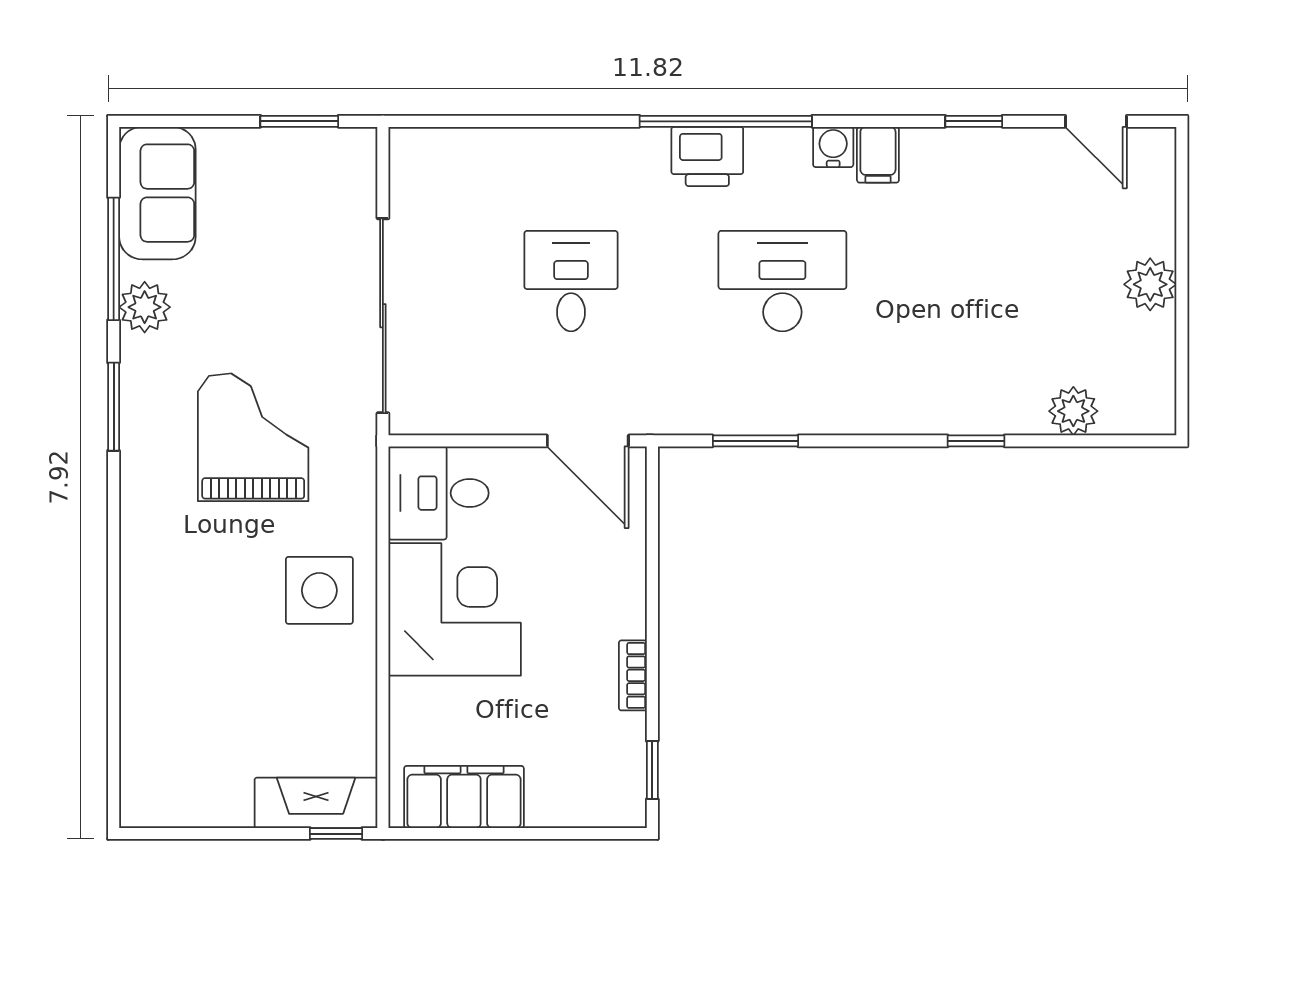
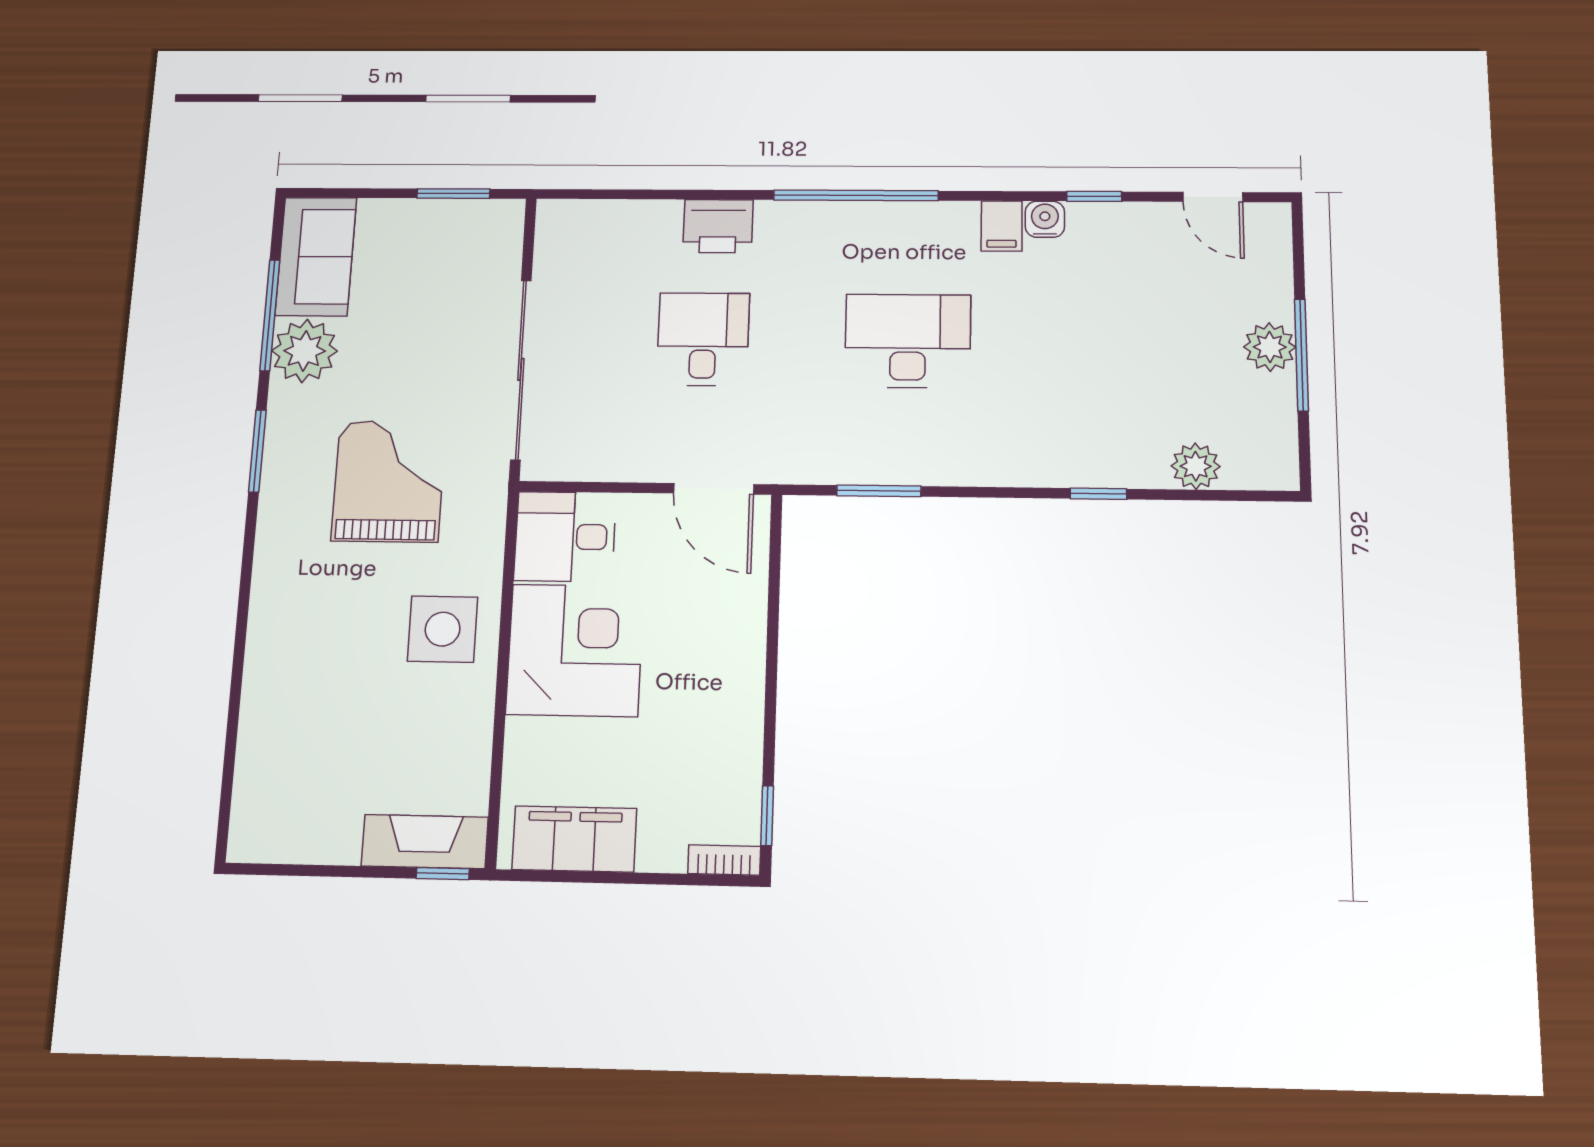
water cooler: (833, 147) -> (1045, 219), moved
printer: (707, 156) -> (718, 226), moved
window: (1182, 292) -> (1301, 355), added
plant: (145, 307) -> (305, 351), width x1.36, depth x1.36
bookcase: (633, 675) -> (724, 860), moved, turned 90

